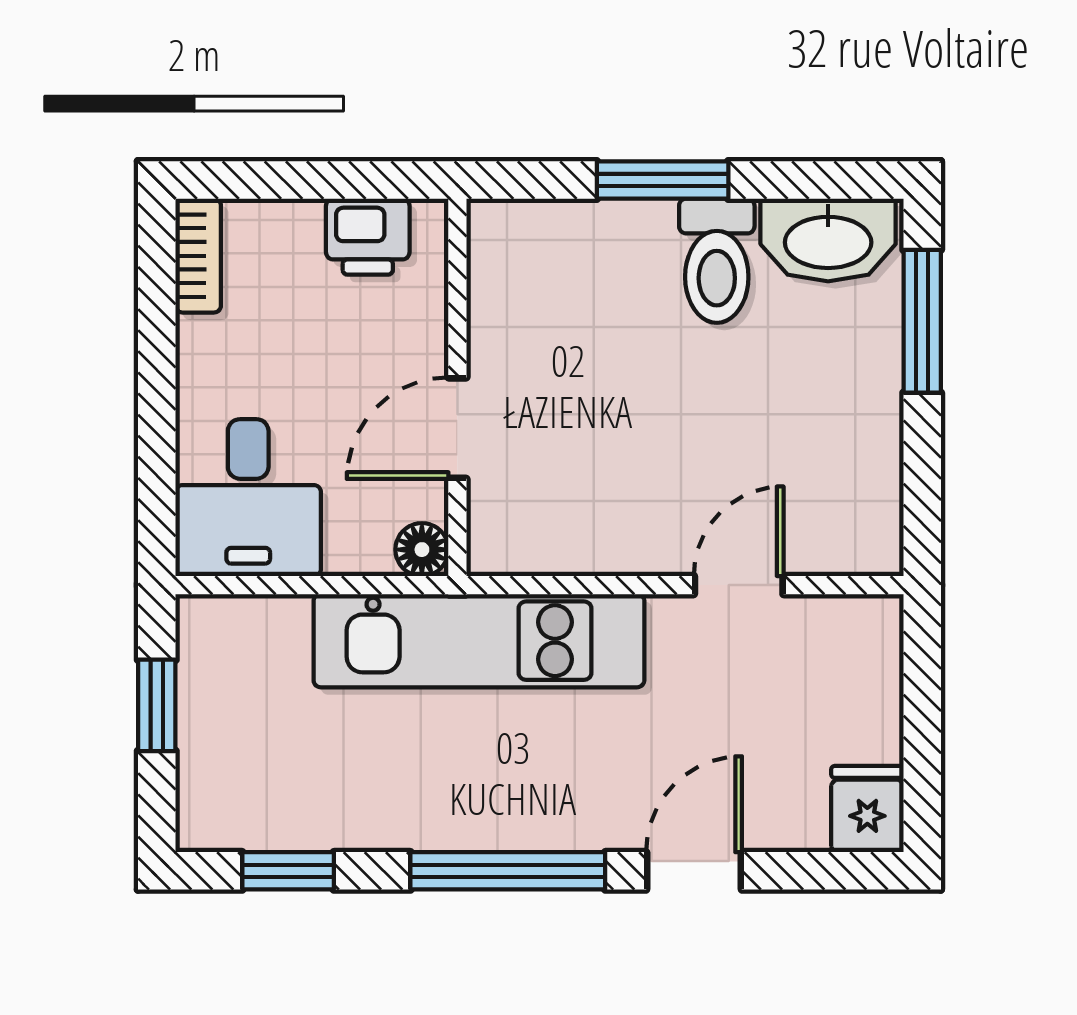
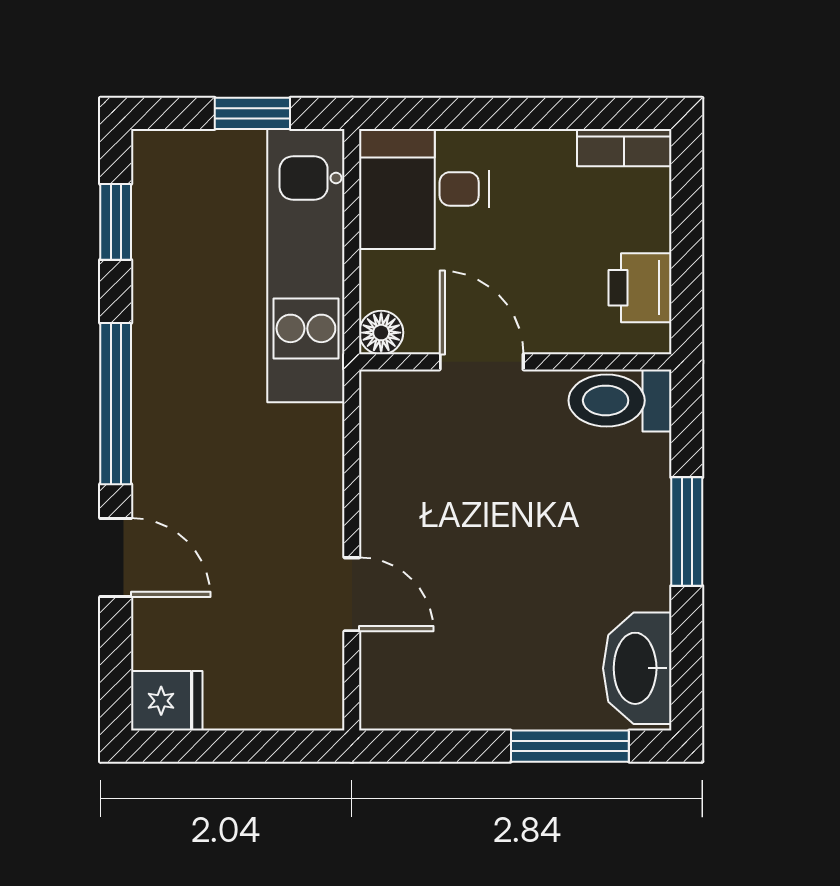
toilet: (717, 261) -> (620, 400), moved
kitchen unit: (479, 641) -> (306, 266), moved

